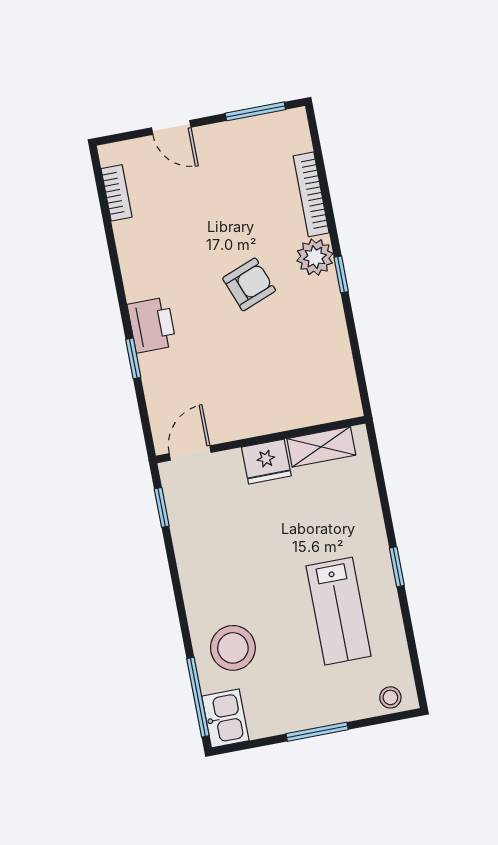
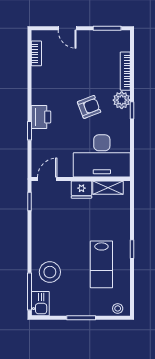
desk: (296, 383) -> (102, 156), added

